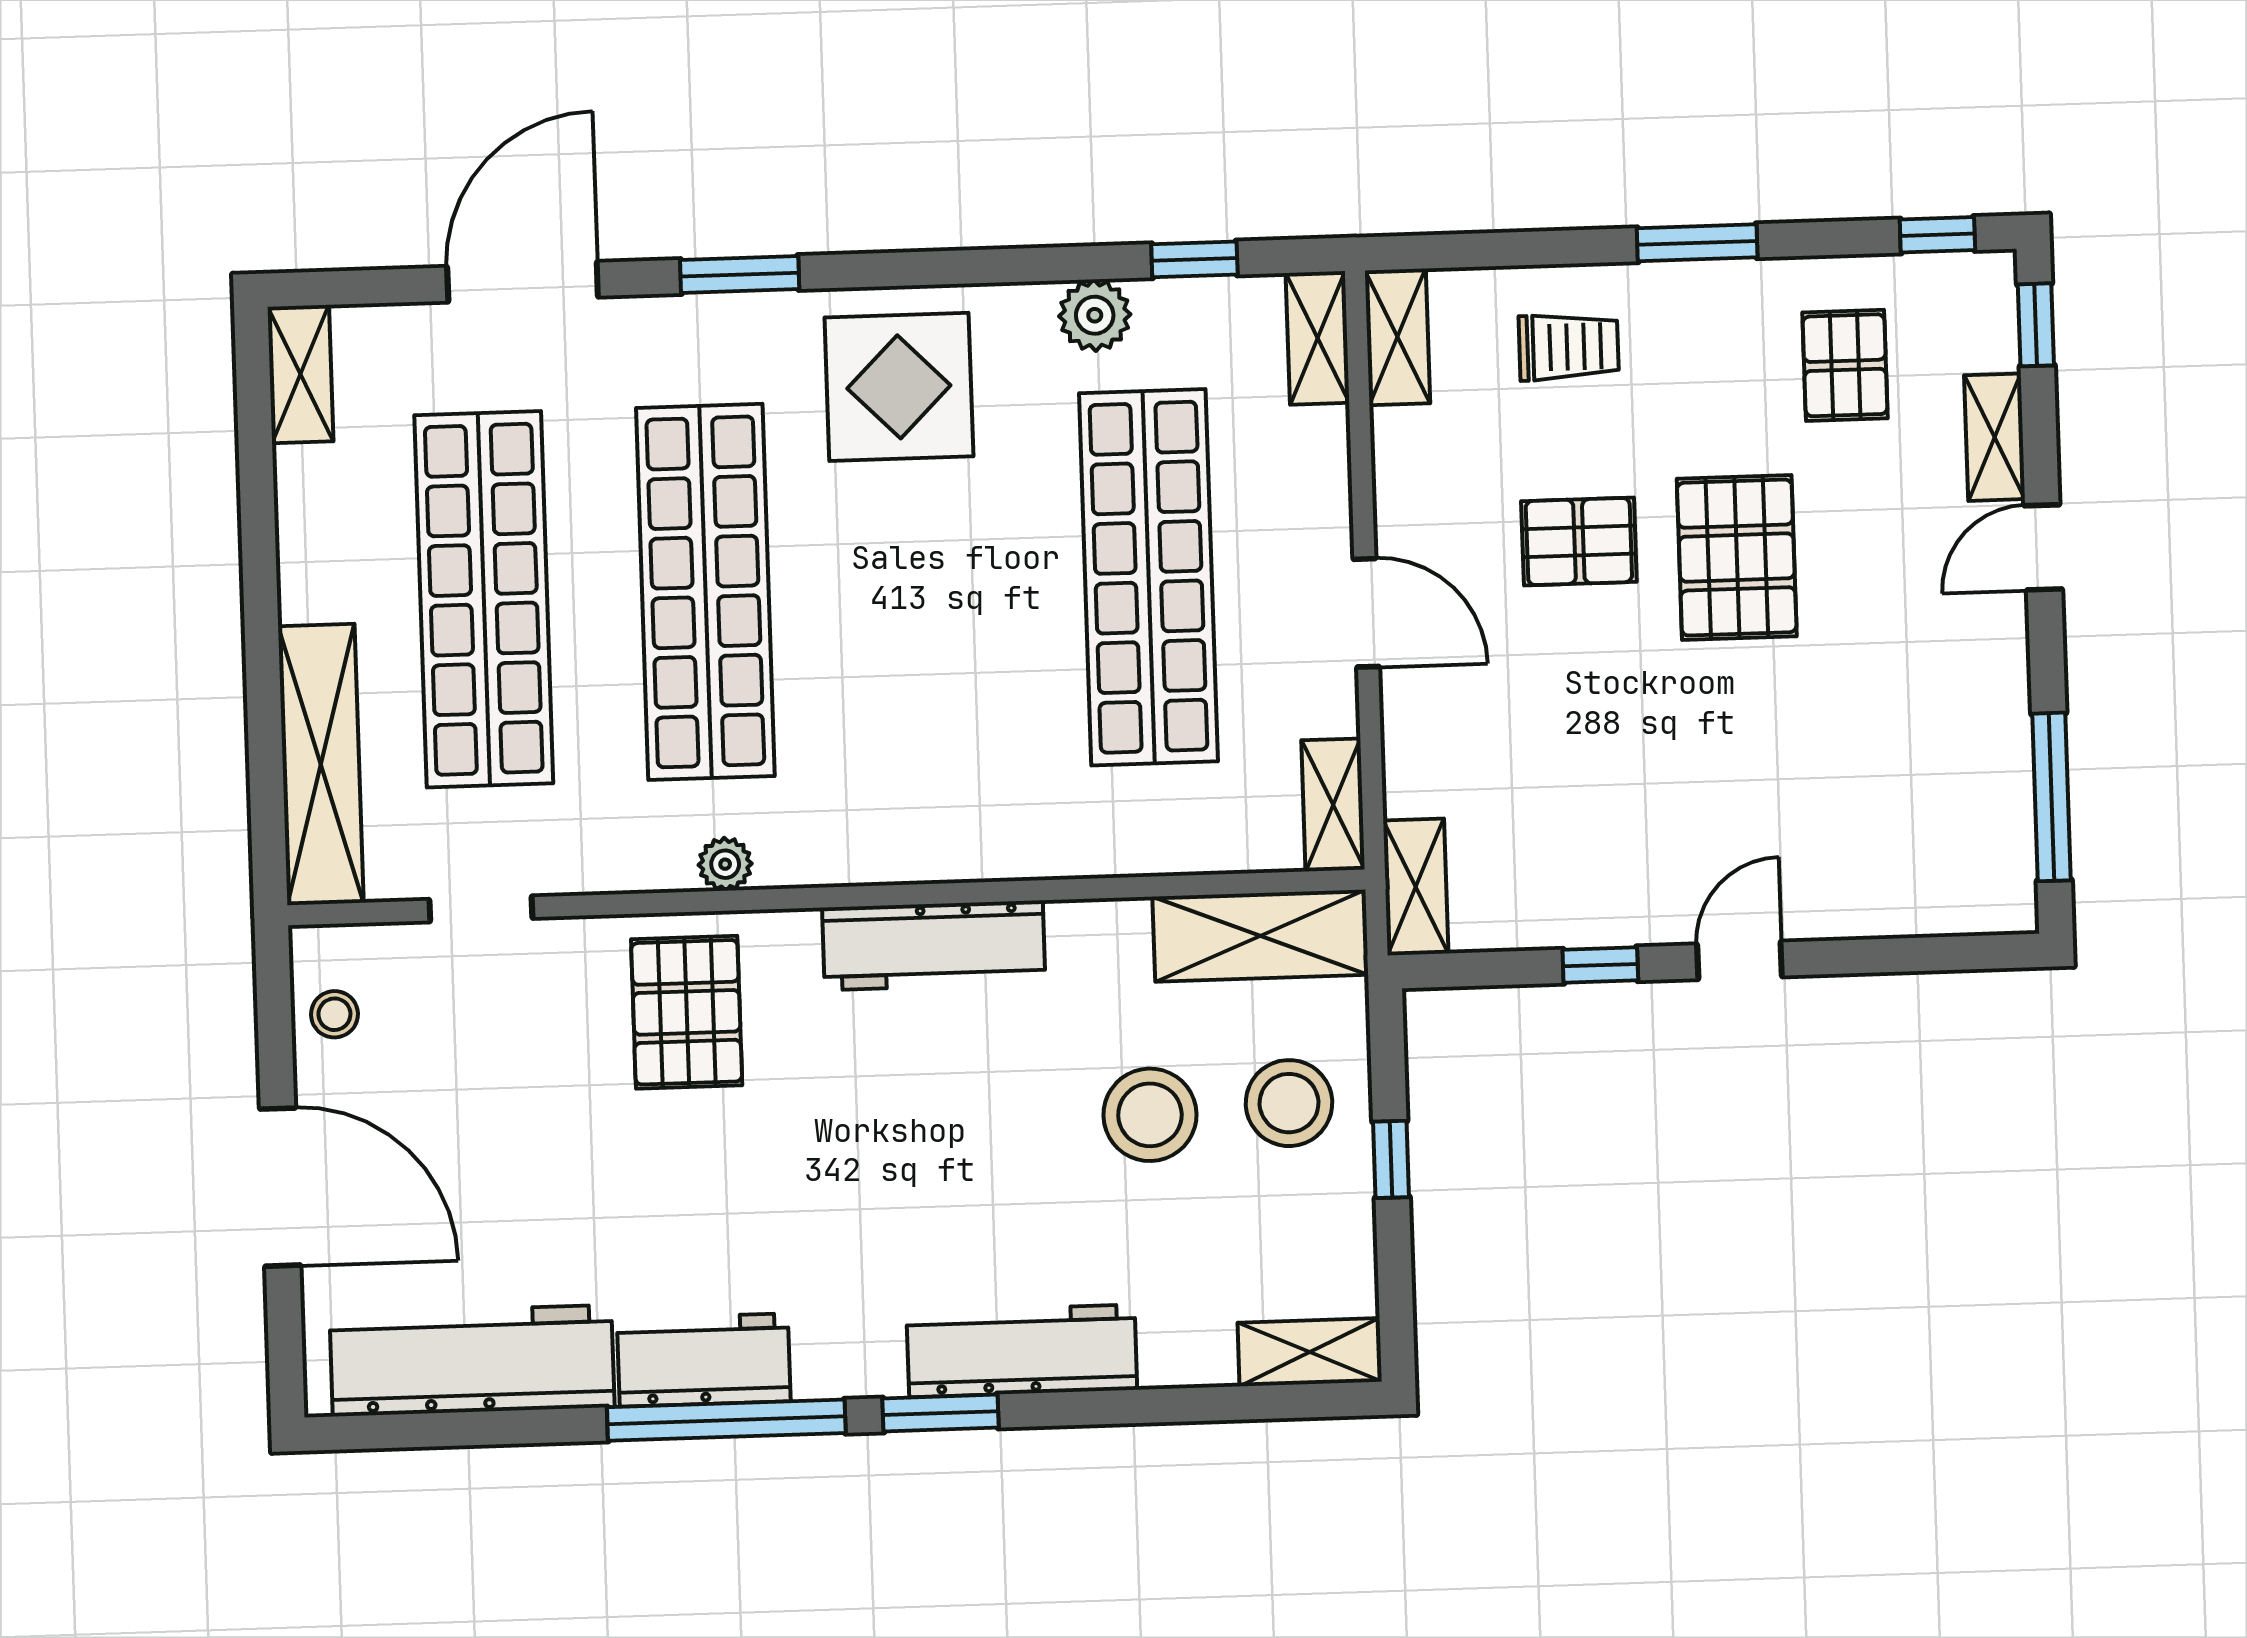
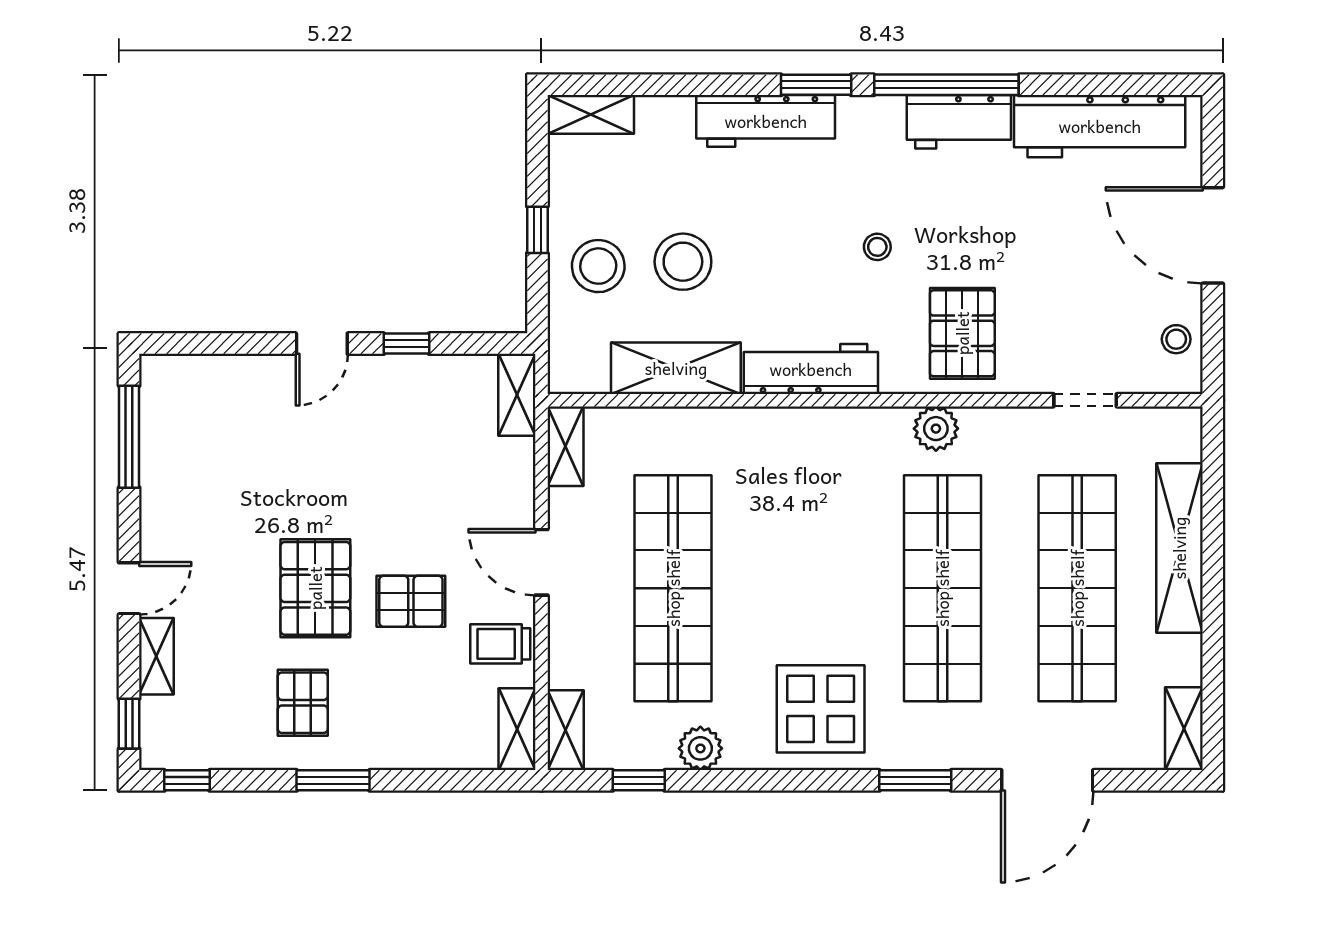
trolley: (1569, 347) -> (500, 644), moved
pallet: (1845, 365) -> (303, 703), moved
shelving: (321, 764) -> (1179, 548), moved
plant: (725, 864) -> (936, 429), width x1.38, depth x1.38
shelving: (1260, 936) -> (676, 368), moved
stool: (831, 1150) -> (877, 247), added

